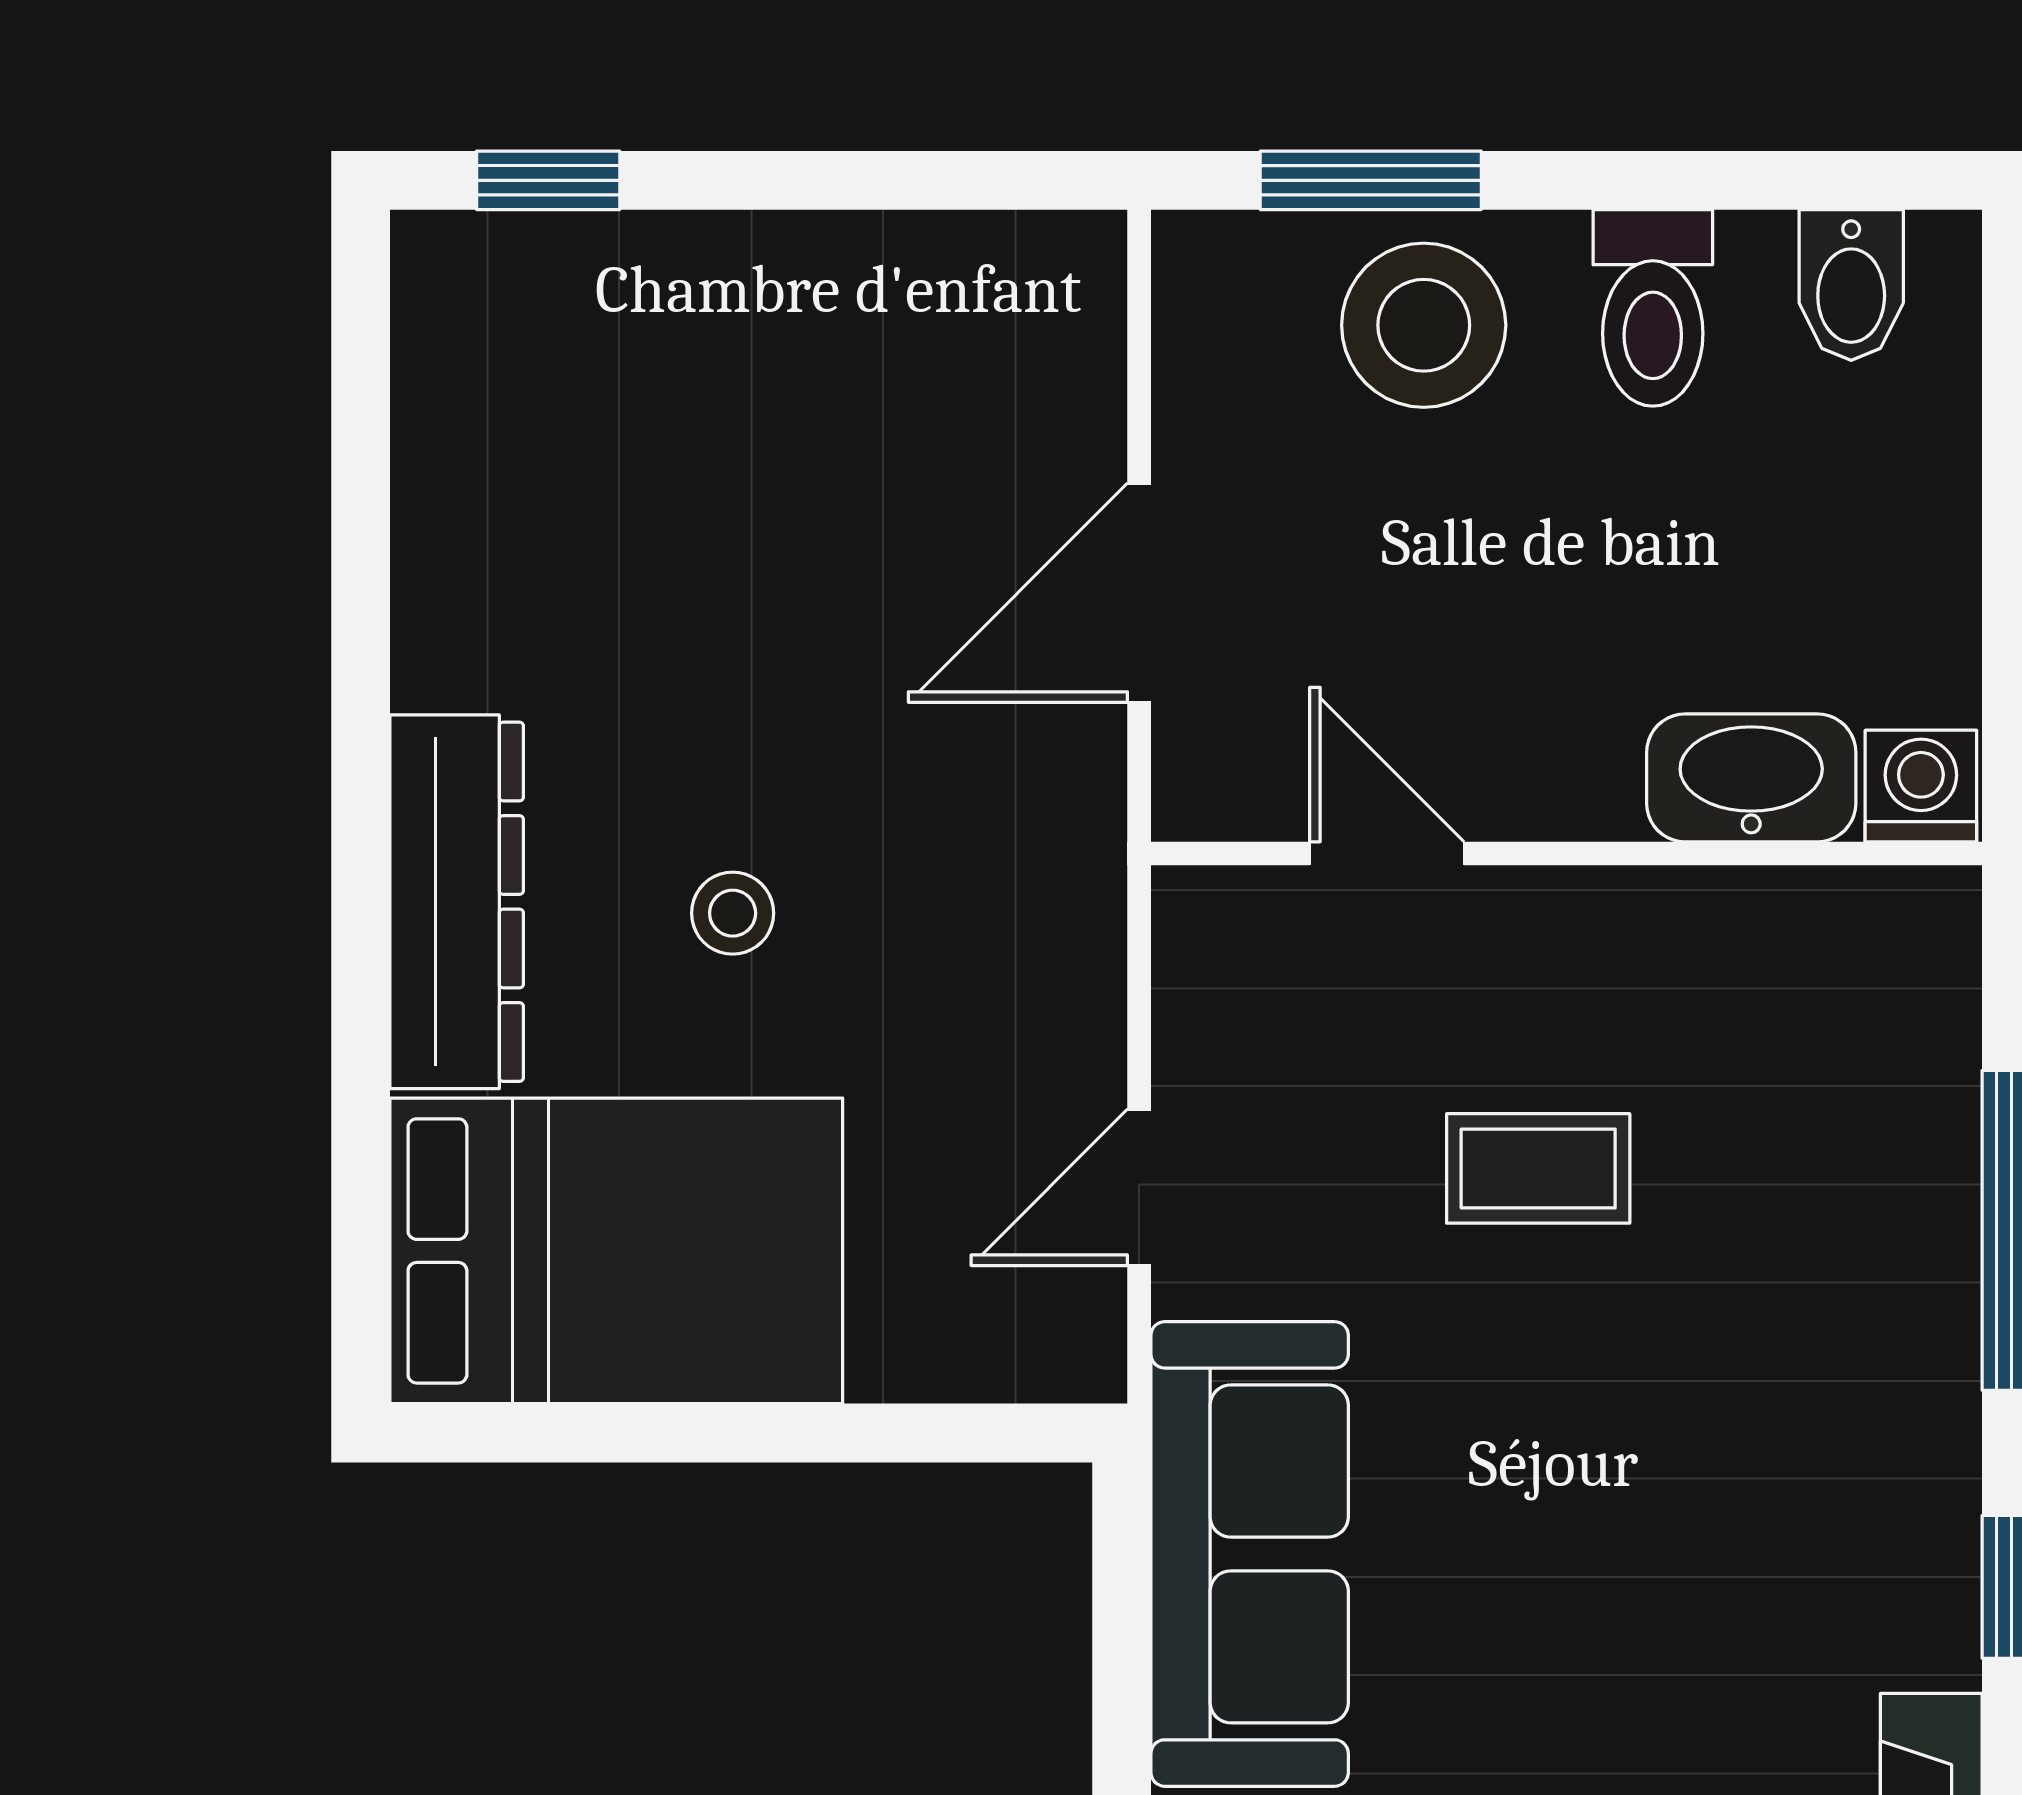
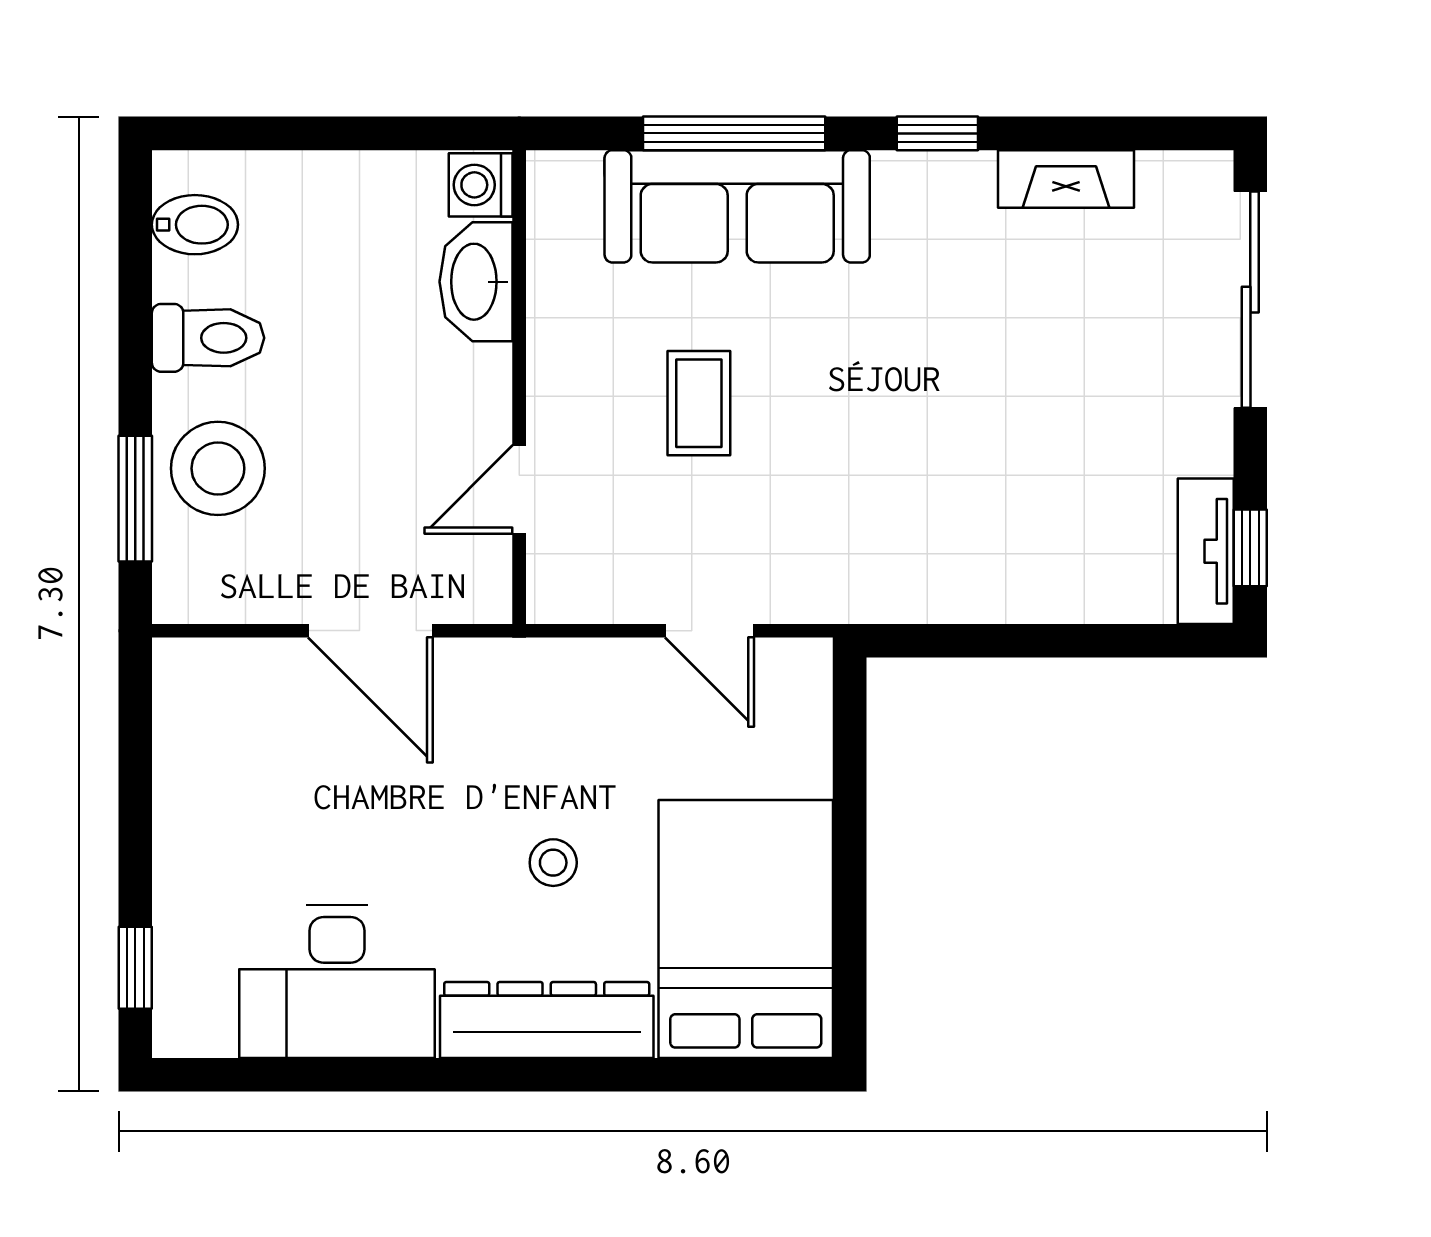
desk: (524, 534) -> (337, 981), added
sofa: (1250, 1554) -> (737, 206), moved, turned 180

